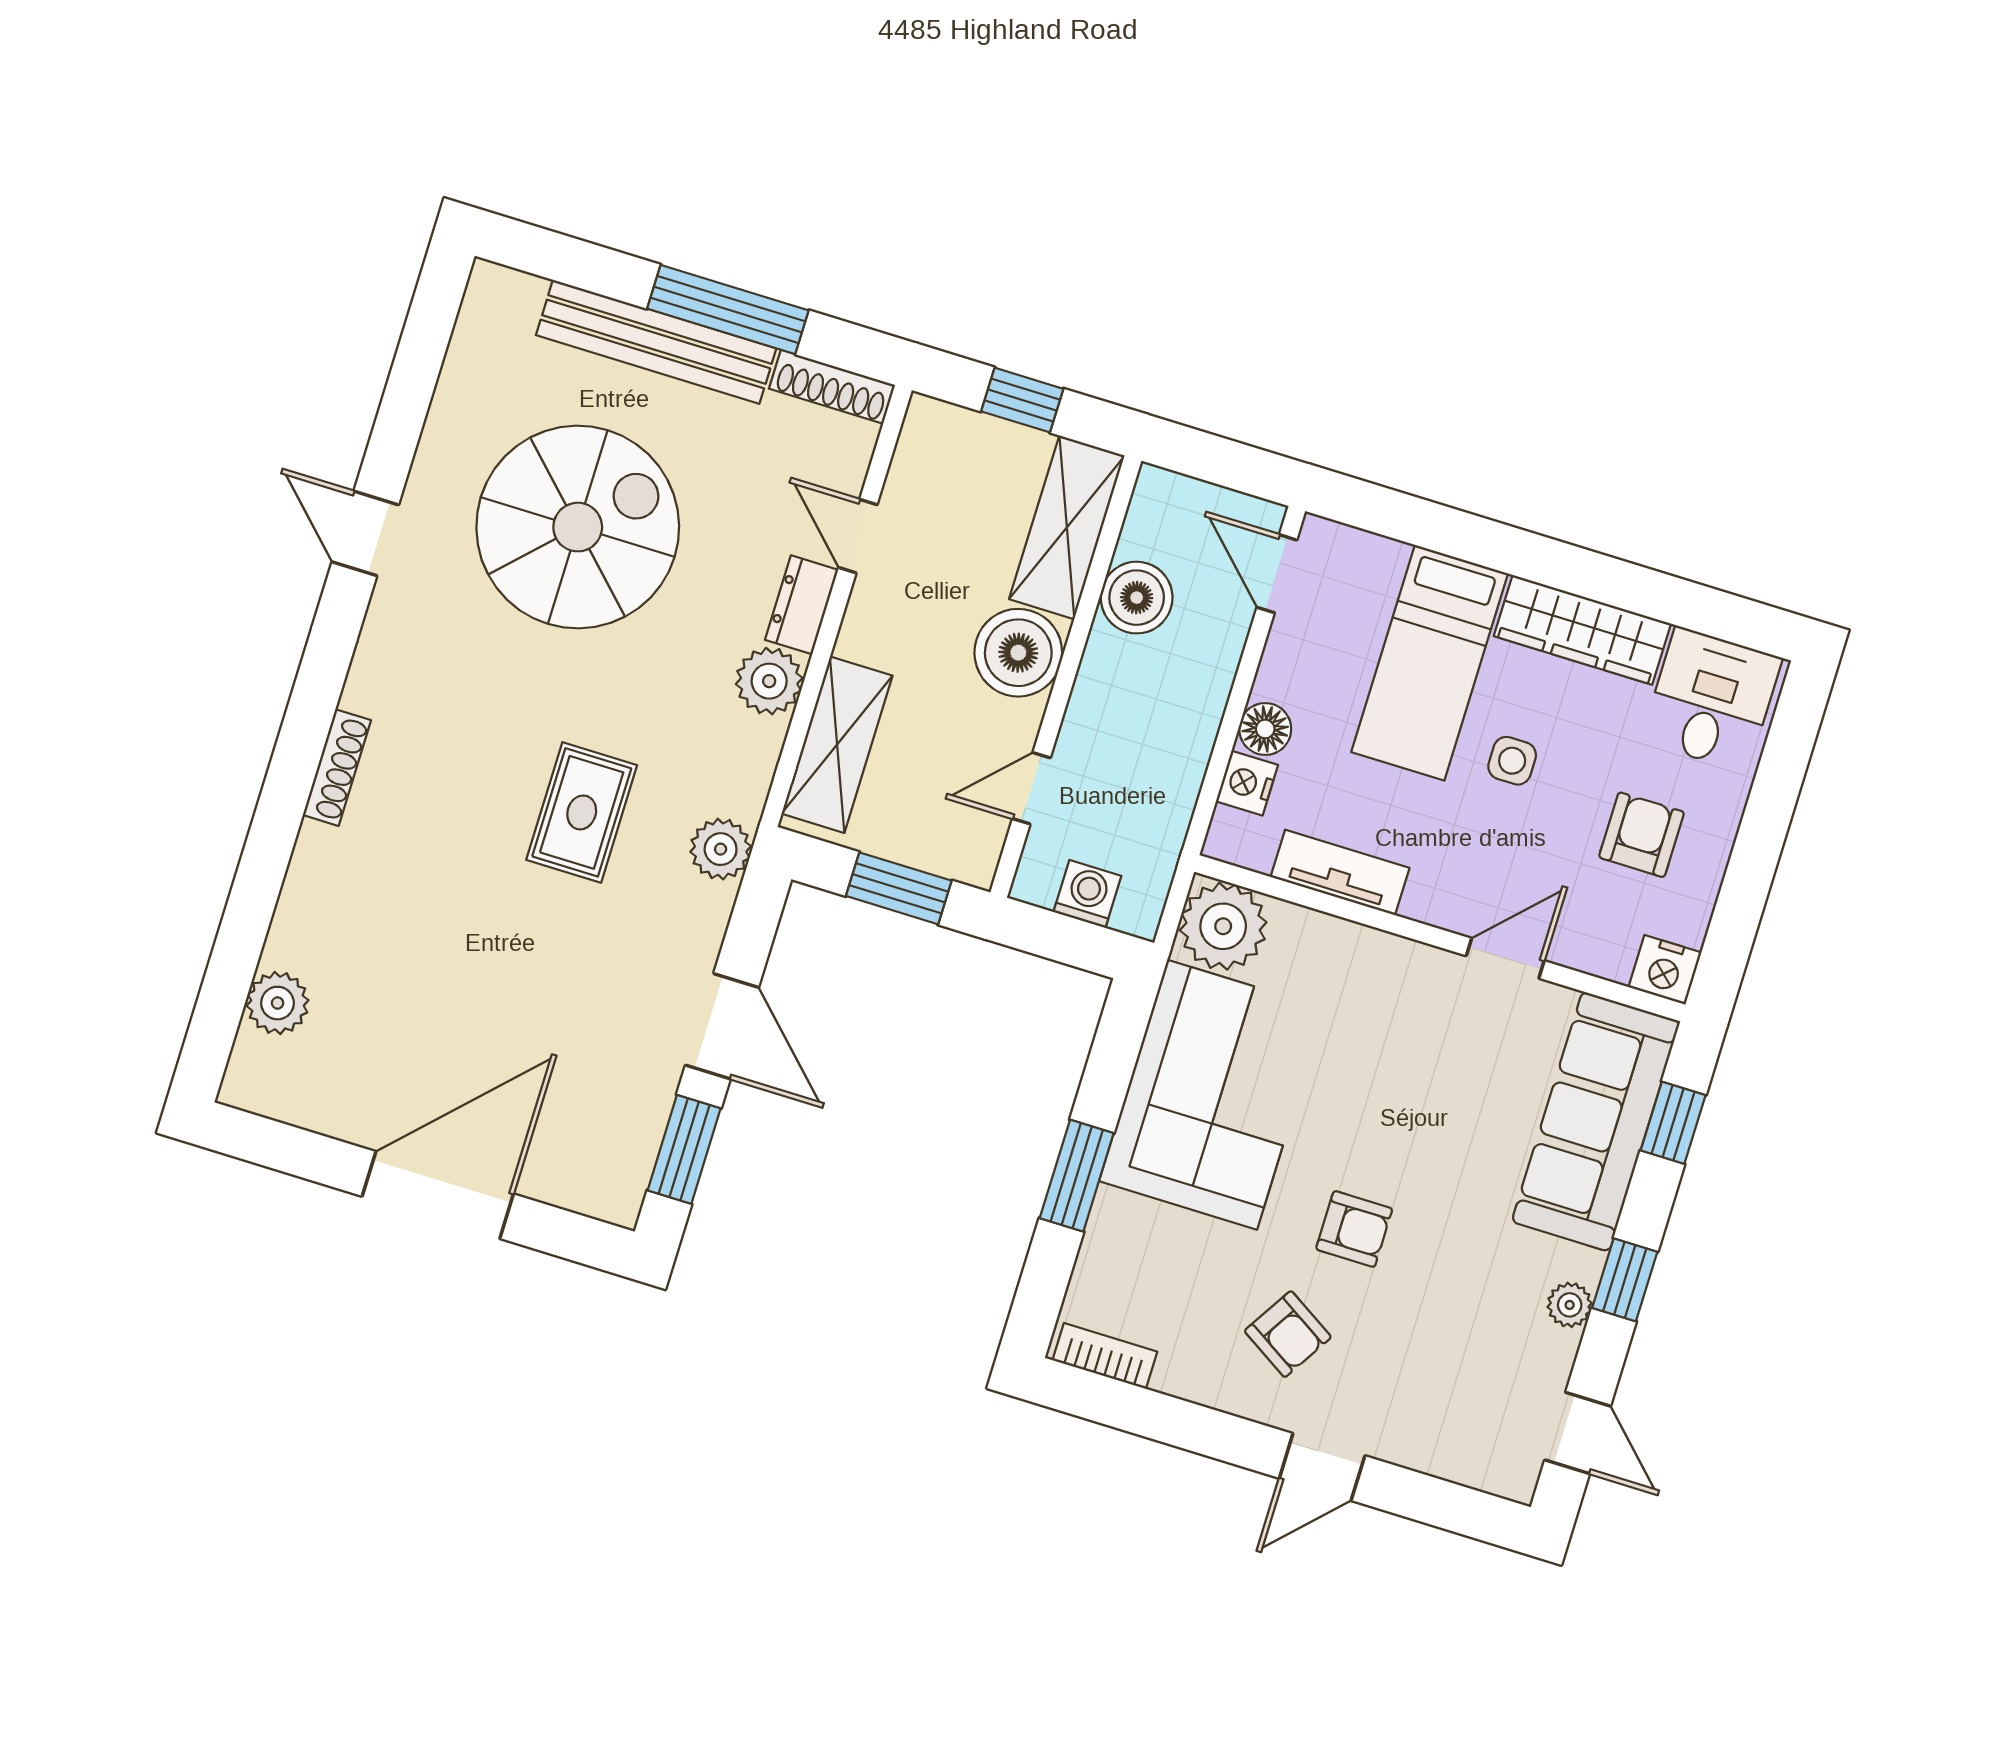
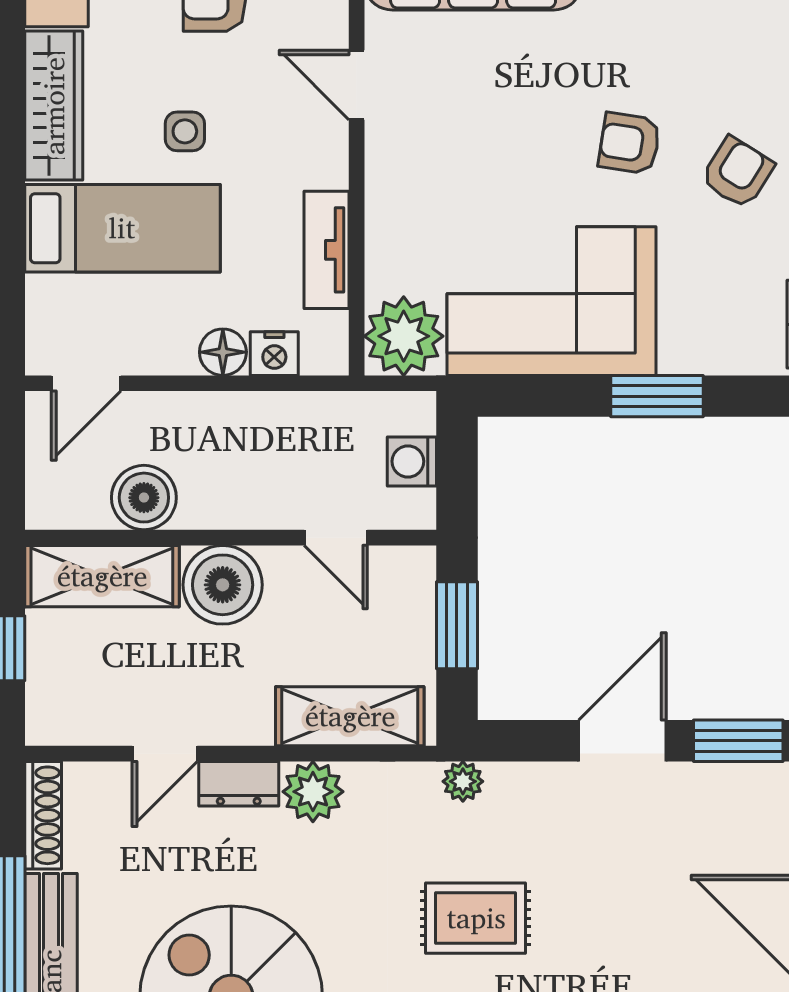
plant: (721, 849) -> (463, 781), width x0.73, depth x0.73
armchair: (1354, 1229) -> (629, 143), turned -81

